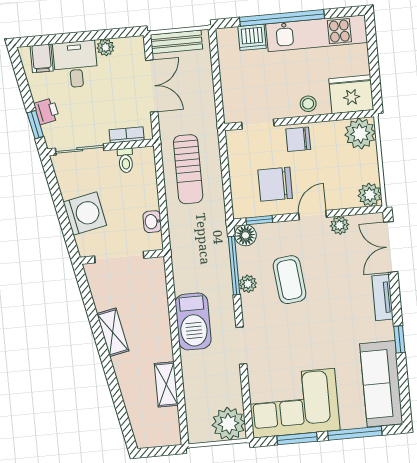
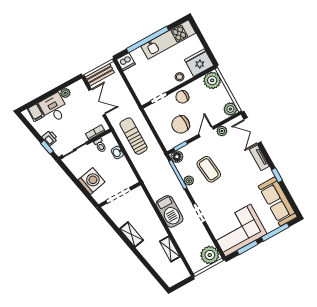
dishwasher: (252, 37) -> (126, 62), moved
sun lounger: (188, 169) -> (134, 136), turned 180
washbasin: (152, 222) -> (117, 152), moved

